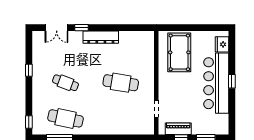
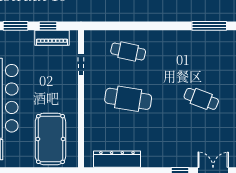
dresser: (101, 37) -> (117, 159), moved
cafe table: (65, 118) -> (128, 51), moved, width x0.73, depth x0.74

